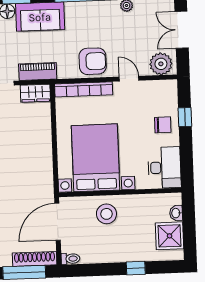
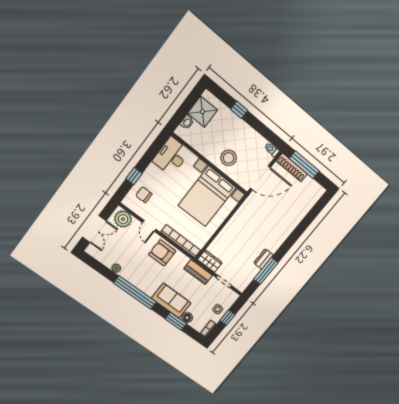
chair: (163, 125) -> (144, 195), moved

